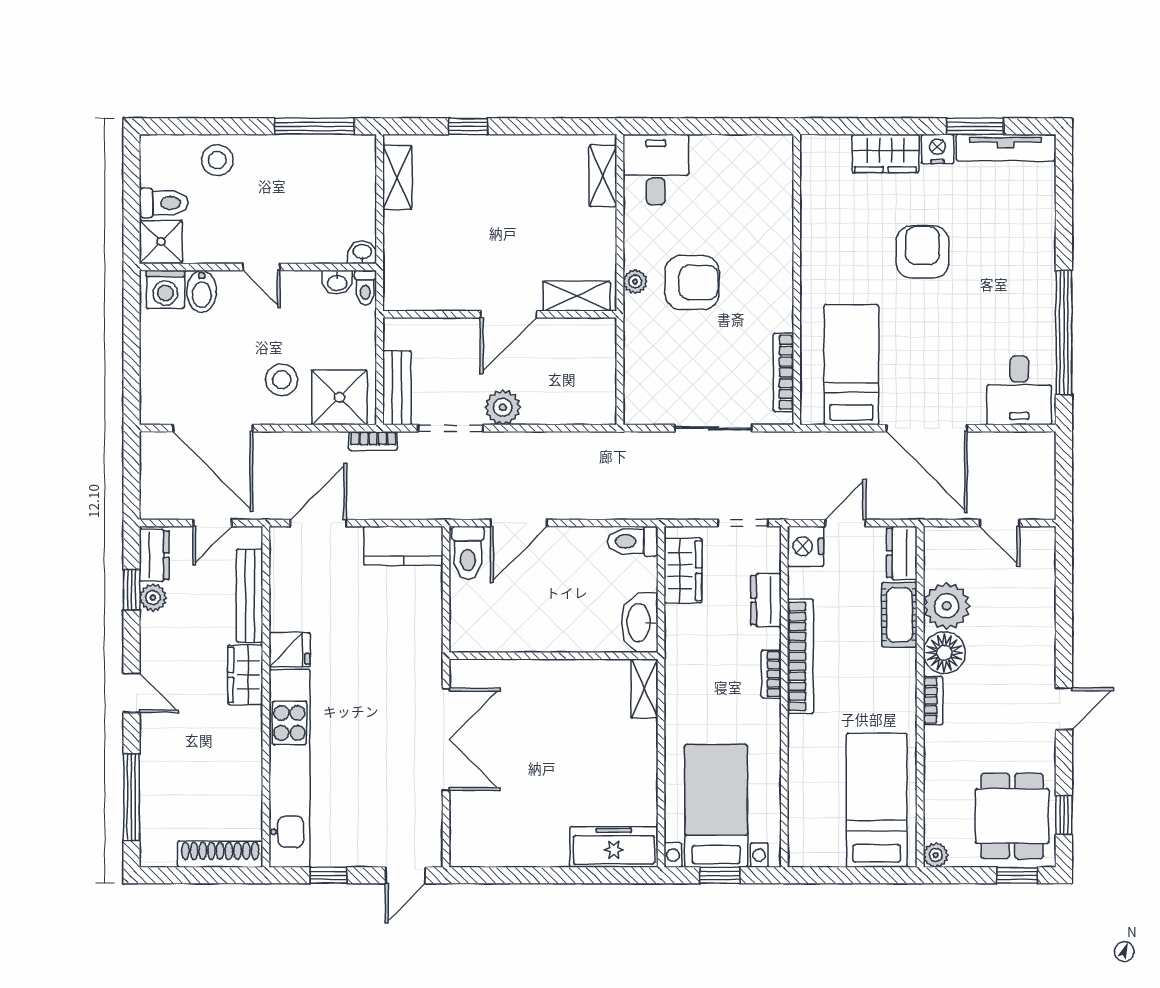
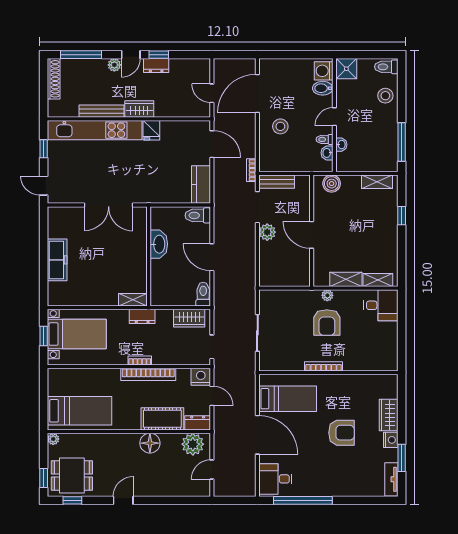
tv unit: (1006, 148) -> (391, 479), width x0.71
toilet: (164, 203) -> (386, 67), moved, turned 90
washbasin: (362, 252) -> (341, 145), moved
boiler: (401, 273) -> (332, 184), added
toilet: (365, 287) -> (324, 139), moved
shelving: (577, 296) -> (346, 279), moved, turned 90
bookcase: (784, 372) -> (324, 366), moved
shower: (339, 397) -> (272, 154), removed
door: (927, 428) -> (257, 435), swing flipped
door: (519, 523) -> (212, 257), moved
dresser: (154, 555) -> (156, 66), moved
window: (132, 590) -> (159, 55), moved
bench: (250, 596) -> (102, 111), moved
plant: (153, 597) -> (114, 65), moved
dresser: (766, 600) -> (142, 316), moved, turned 180
plant: (947, 606) -> (193, 444), moved
cot: (899, 615) -> (162, 419), width x1.37, depth x1.34
washbasin: (640, 623) -> (159, 244), moved, turned 90
bookcase: (933, 701) -> (127, 438), removed
door: (1064, 709) -> (123, 500), swing flipped
freezer: (614, 847) -> (57, 260), moved
shoe rack: (220, 854) -> (54, 79), moved

